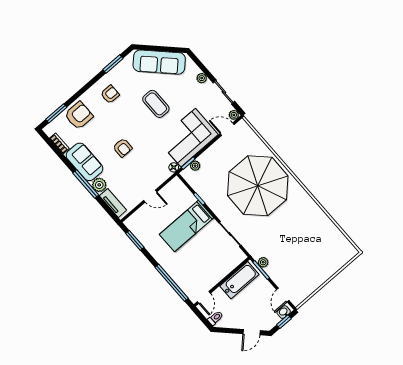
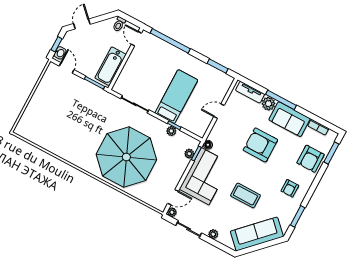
armchair: (122, 148) -> (260, 145), width x1.88, depth x1.88
plant: (263, 262) -> (171, 131), moved

